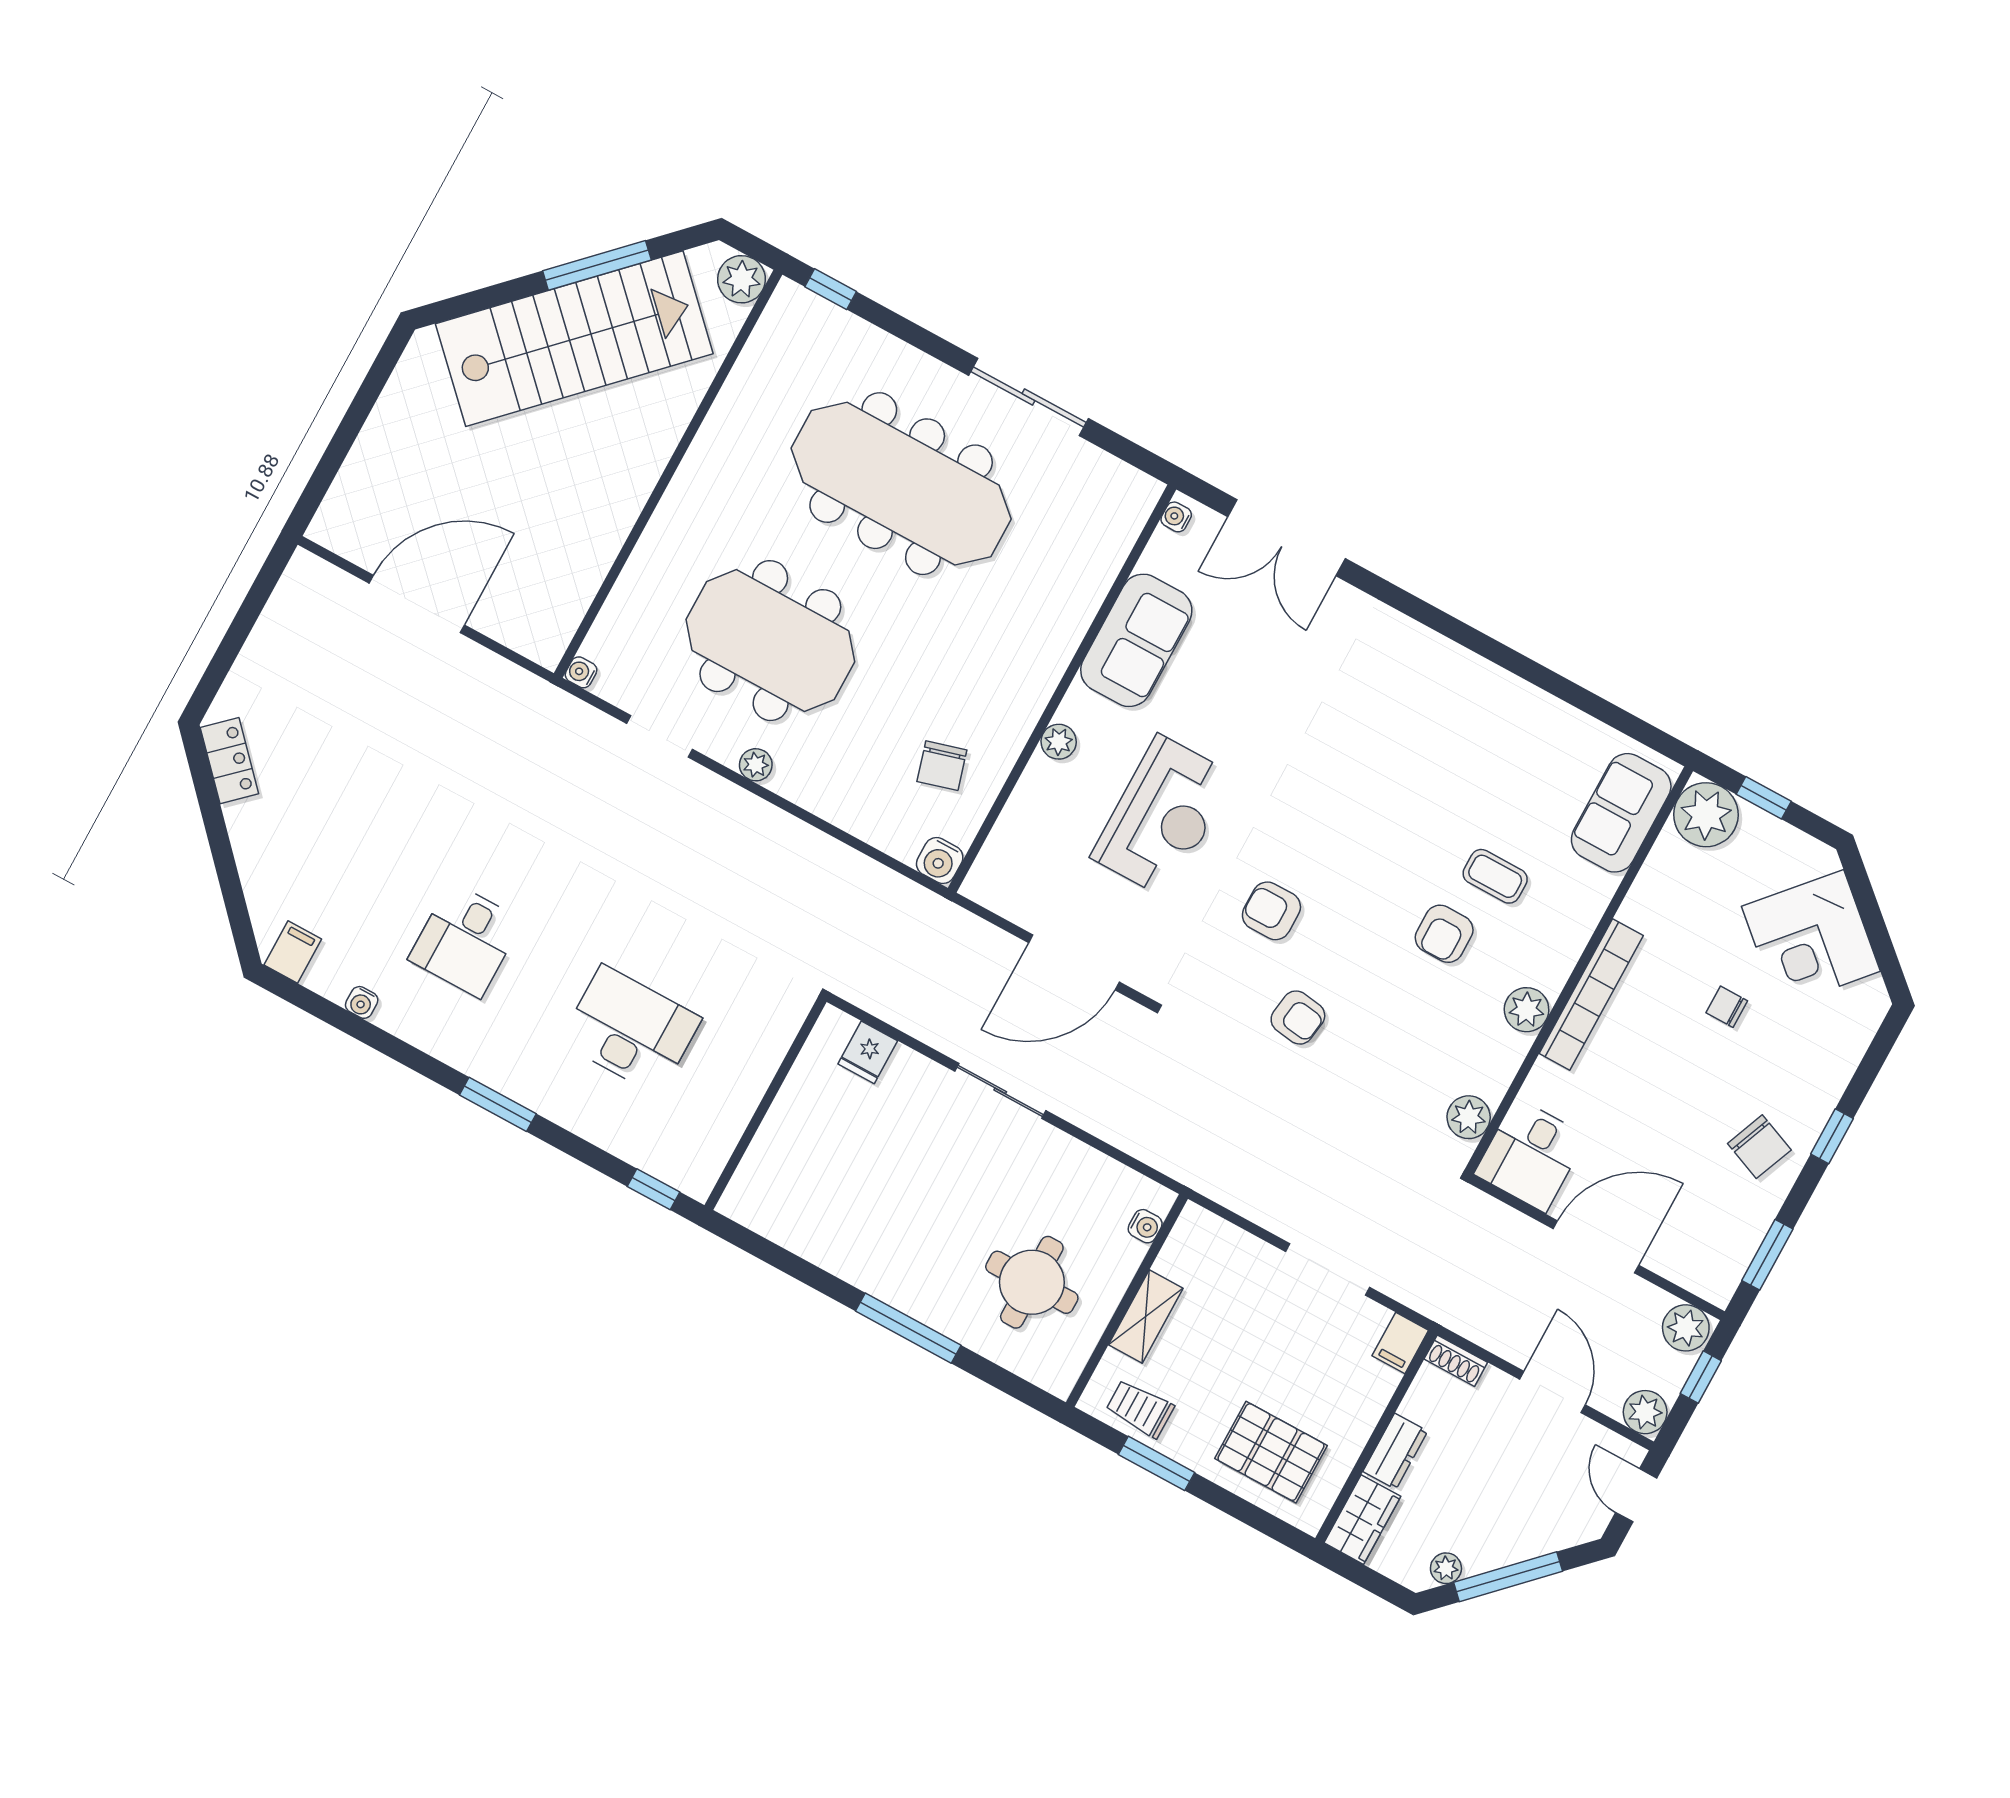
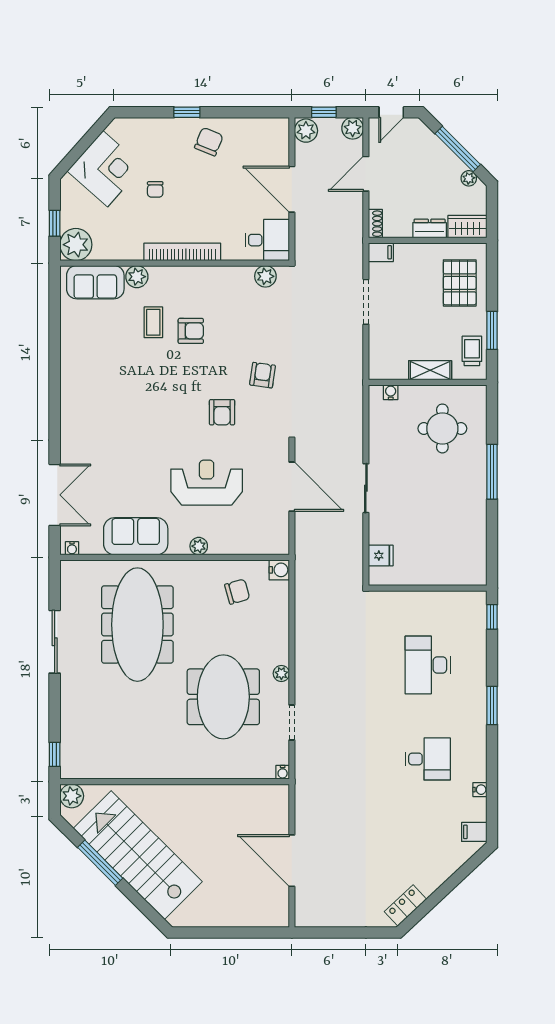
meeting table: (901, 484) -> (137, 625), moved
plant: (1527, 1010) -> (137, 277), moved
window: (1767, 1255) -> (254, 112), removed
trolley: (1140, 1409) -> (472, 351), turned 180

